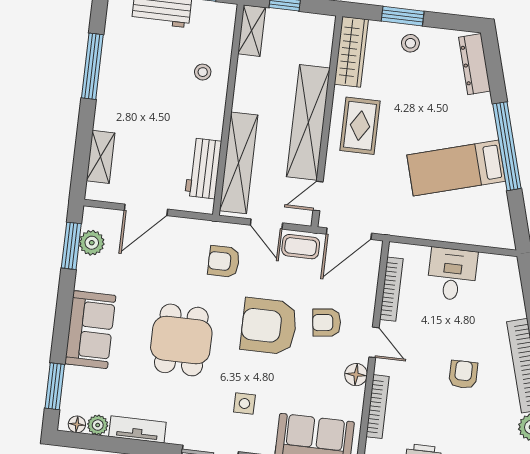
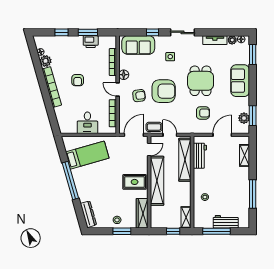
rug: (360, 126) -> (135, 182), turned 90
bed: (456, 168) -> (87, 155), moved
armchair: (224, 261) -> (203, 113), moved

